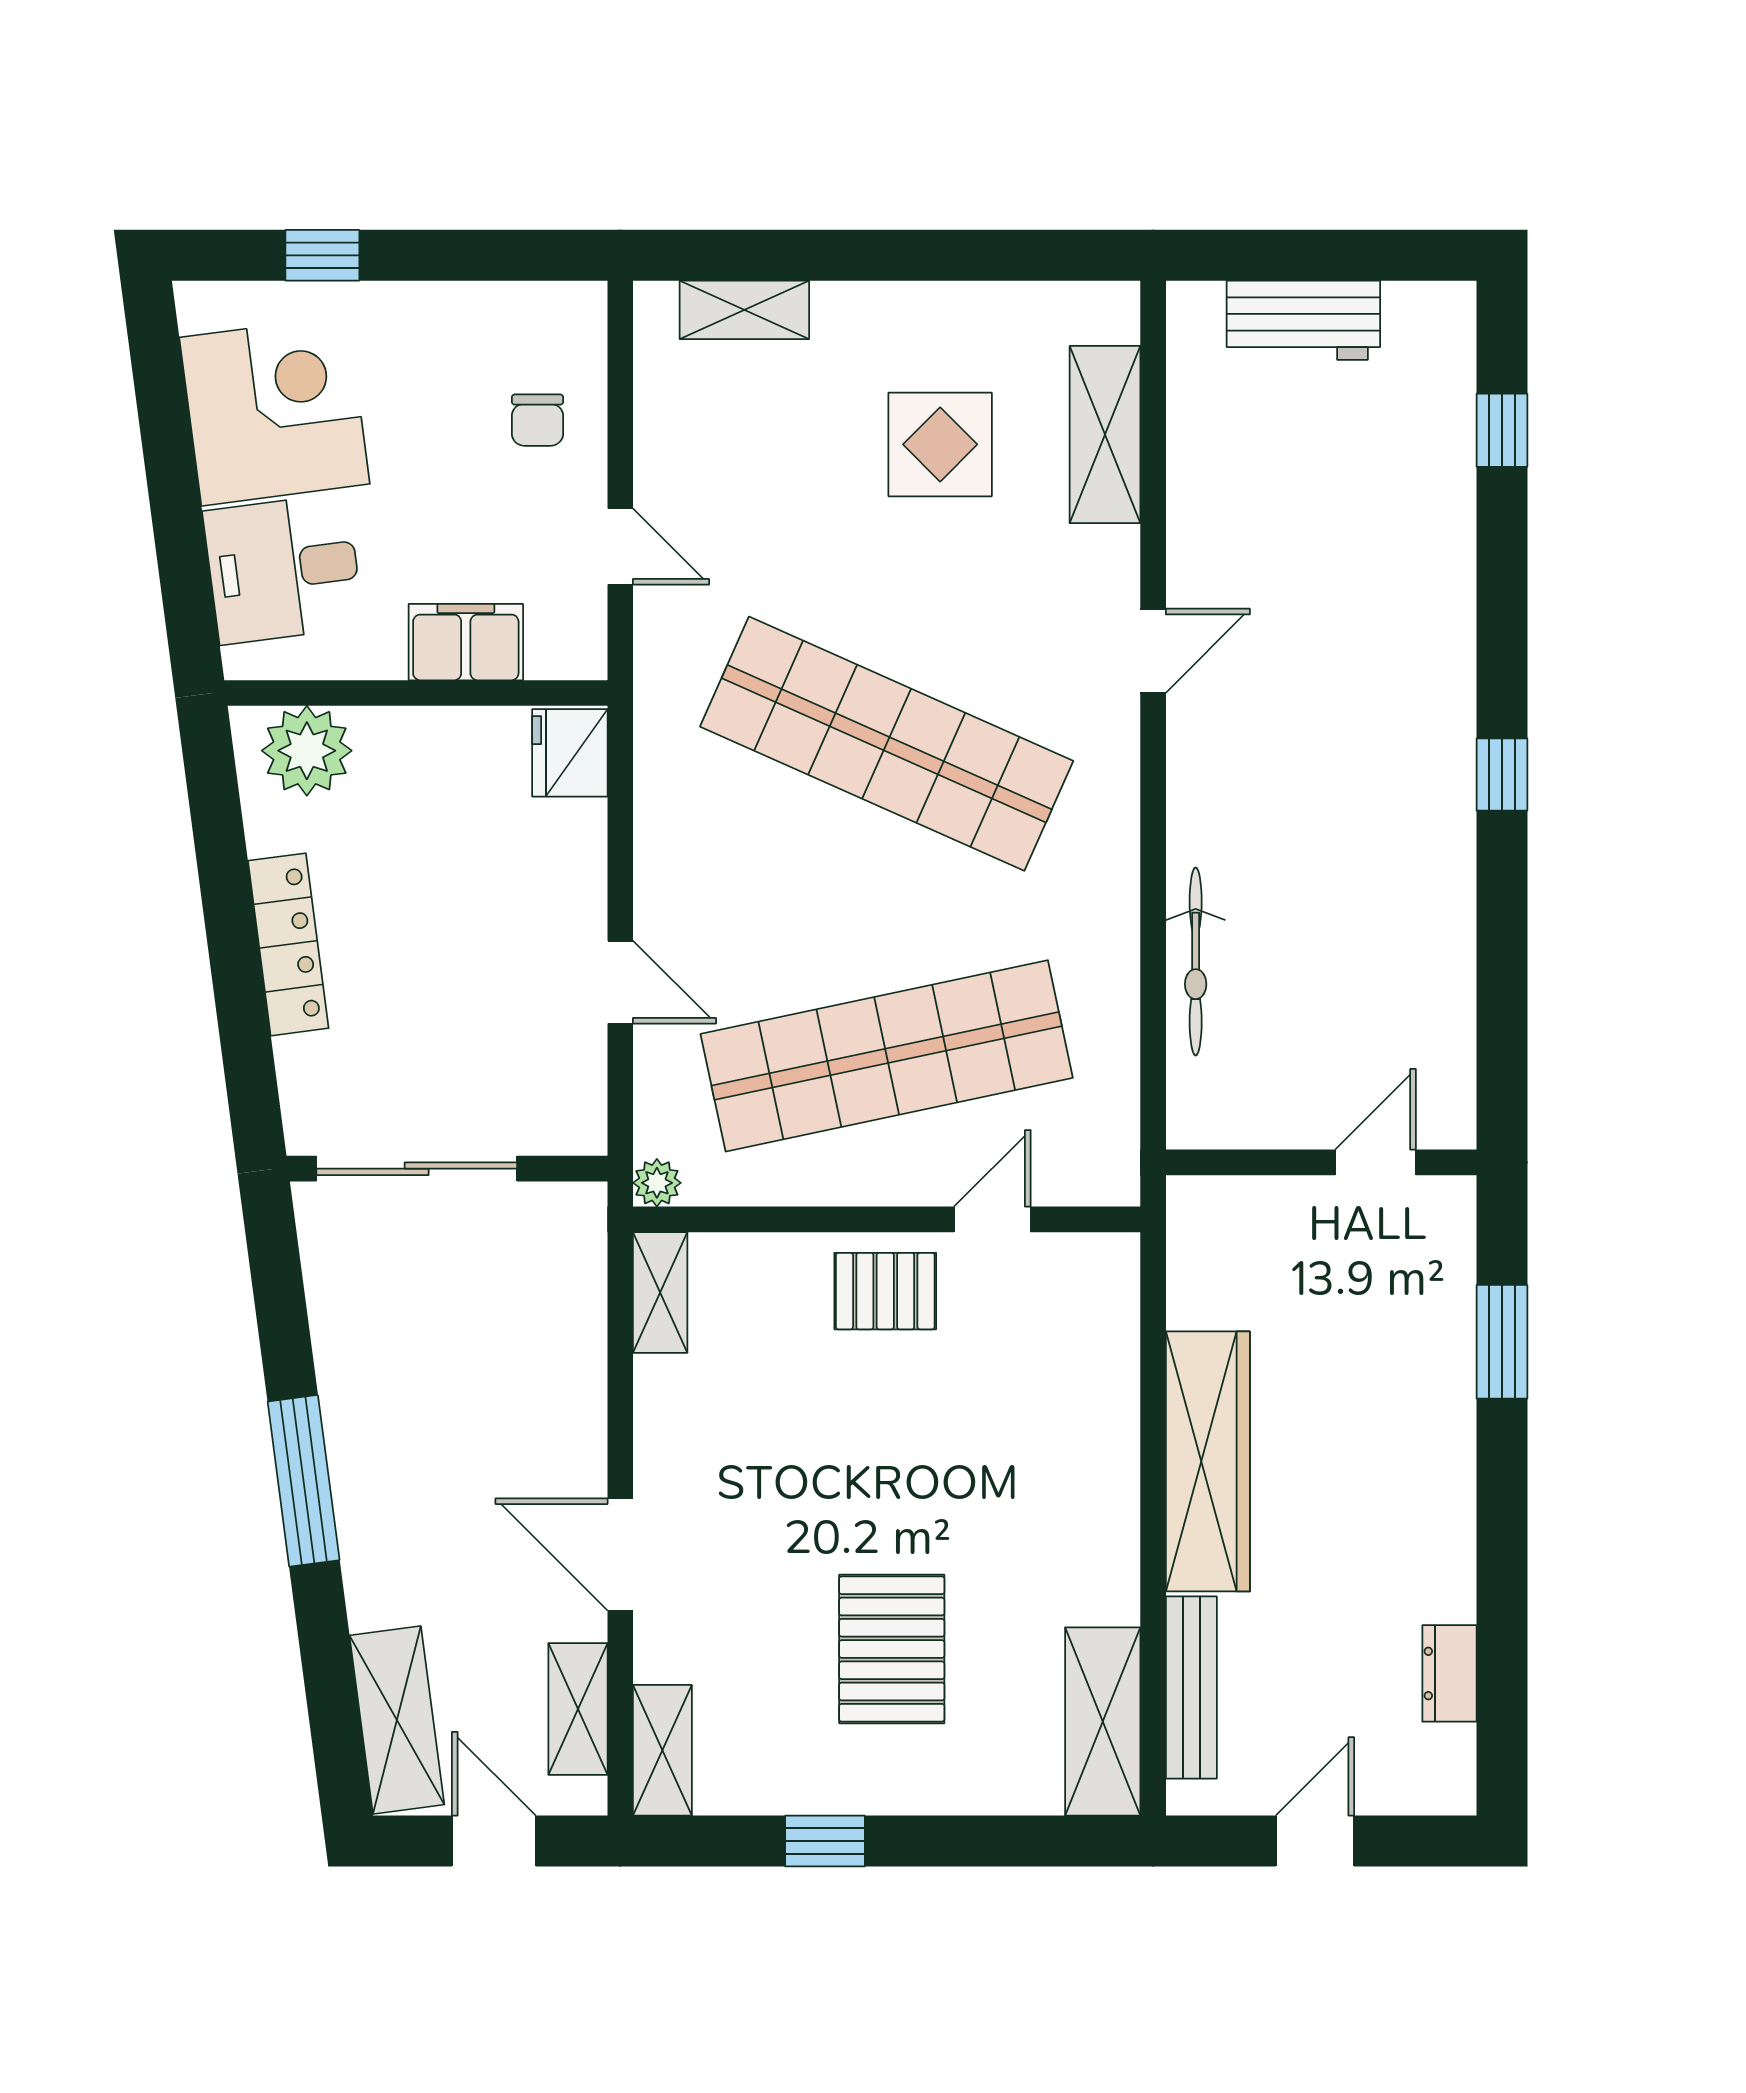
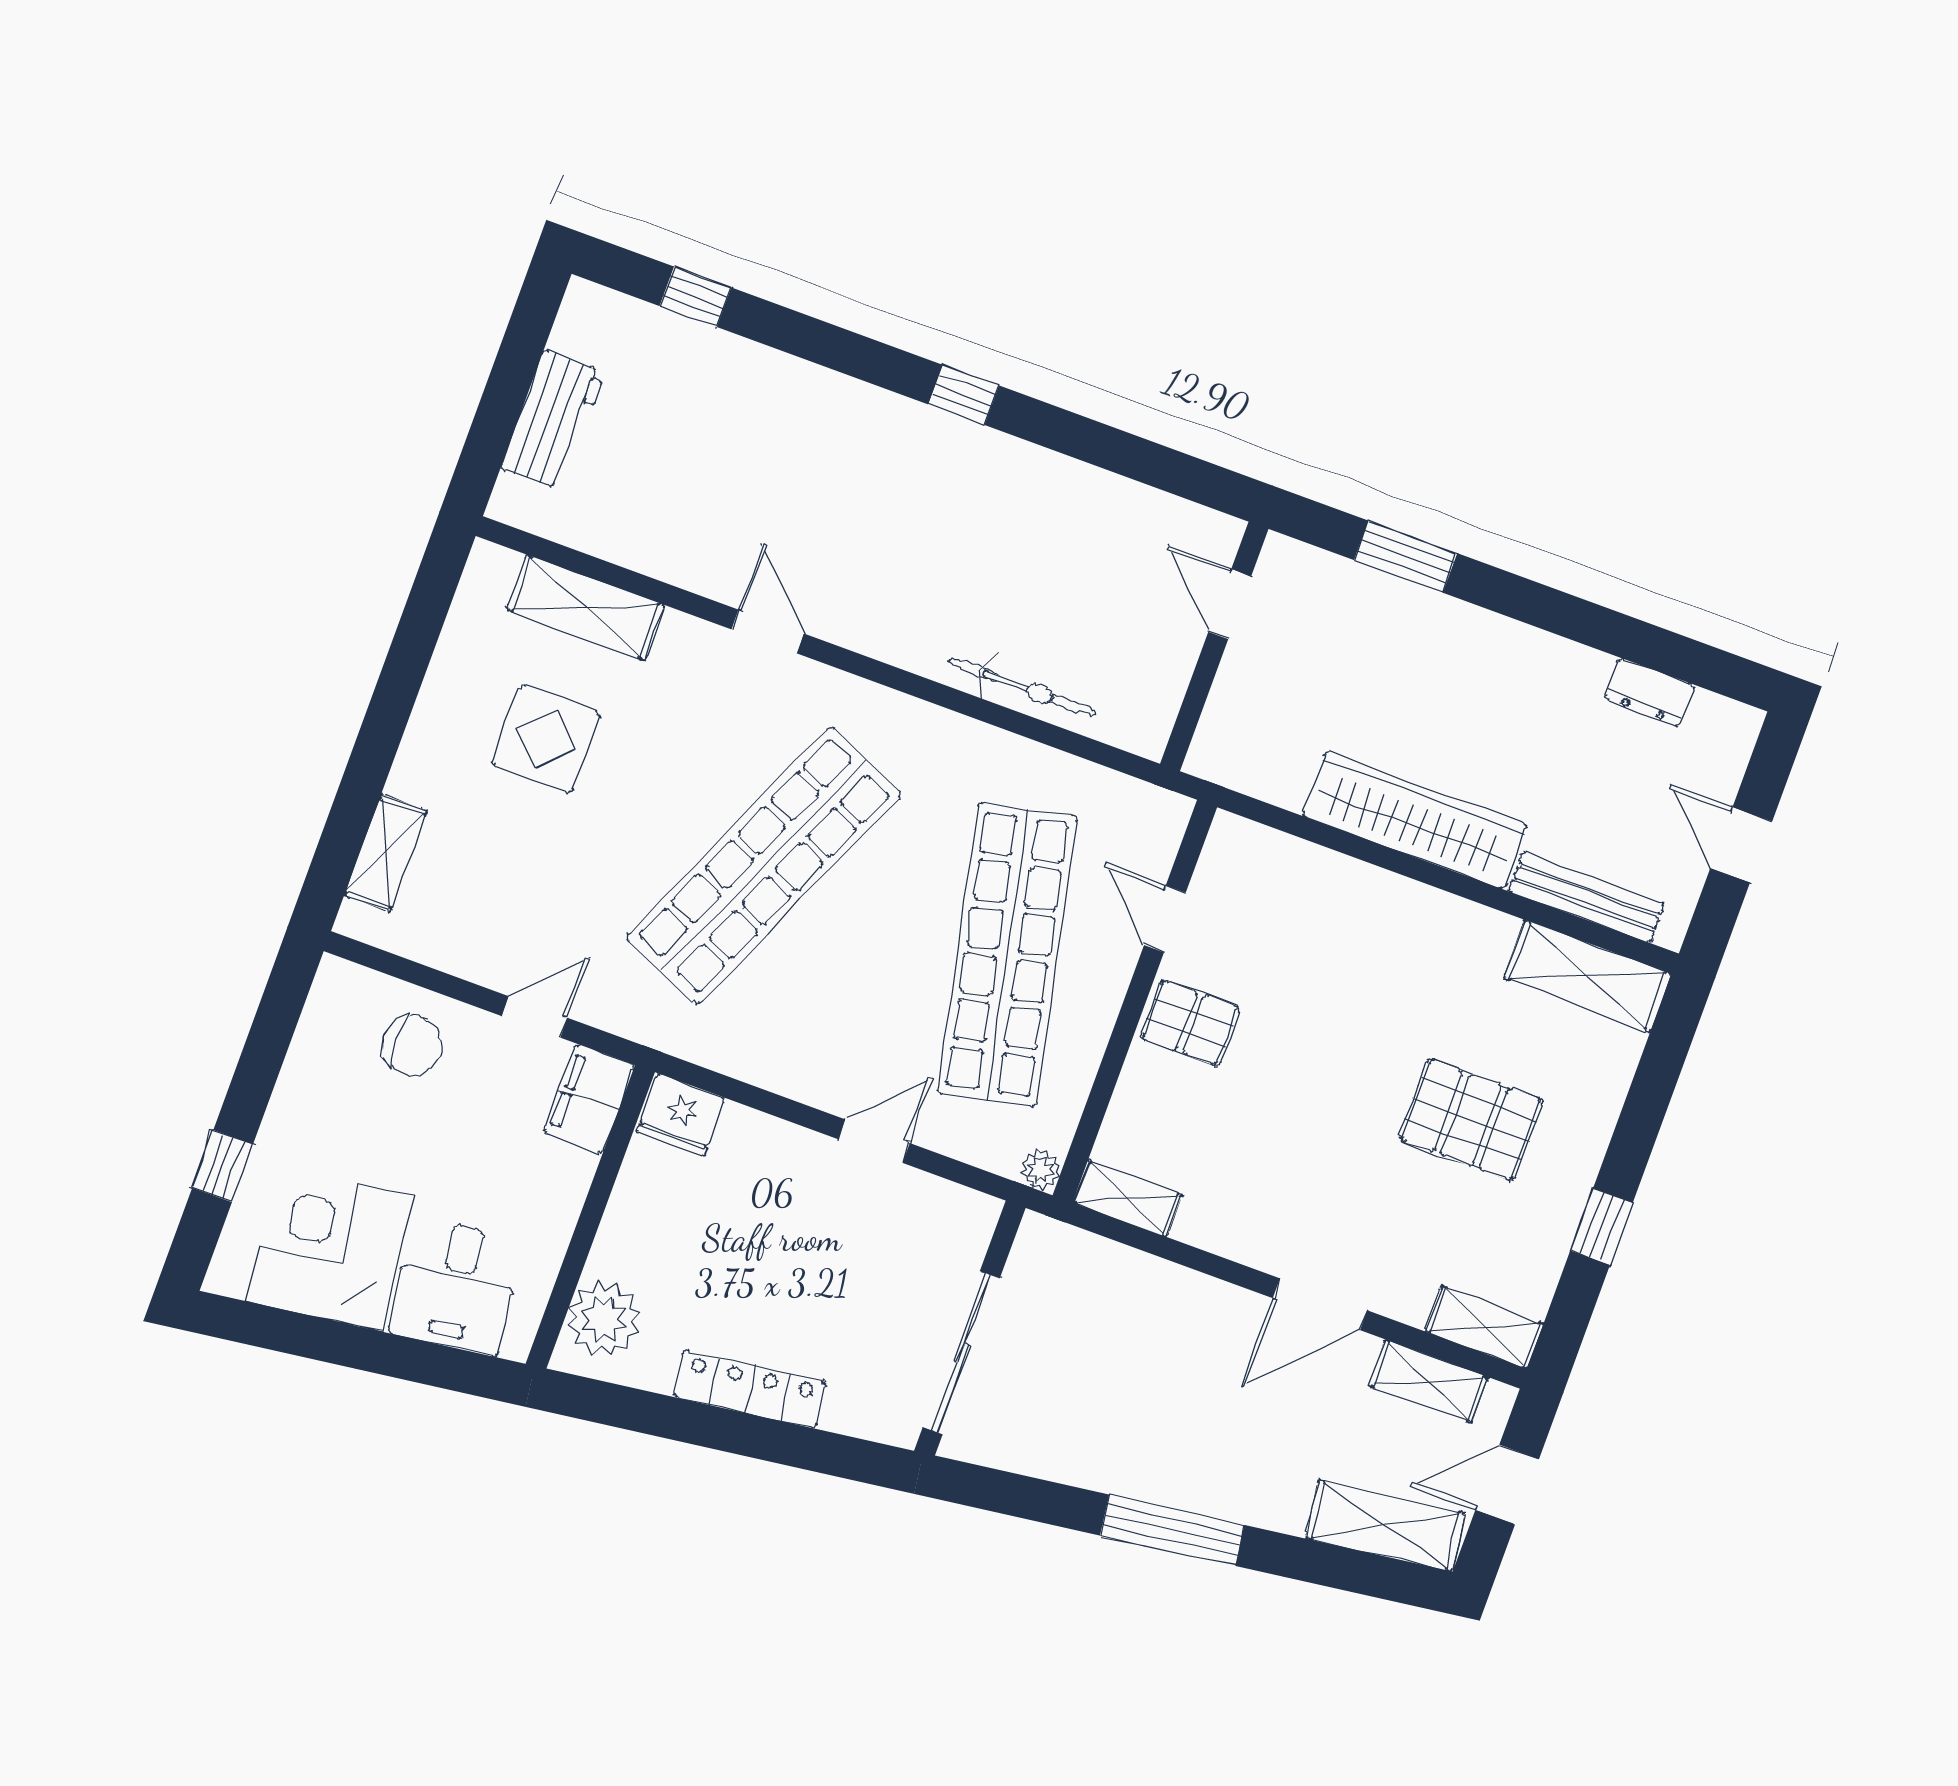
chair: (537, 420) -> (412, 1045), width x1.37, depth x1.37
filing cabinet: (466, 642) -> (589, 1099), moved
pallet: (885, 1291) -> (1190, 1023), turned 90

